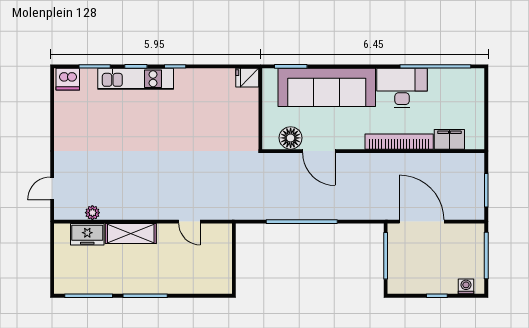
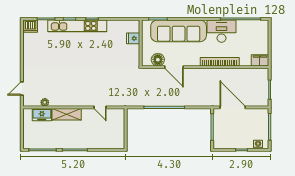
fridge: (247, 78) -> (133, 38), moved
kitchen unit: (136, 79) -> (77, 26), width x1.36
filing cabinet: (449, 139) -> (260, 60), moved

